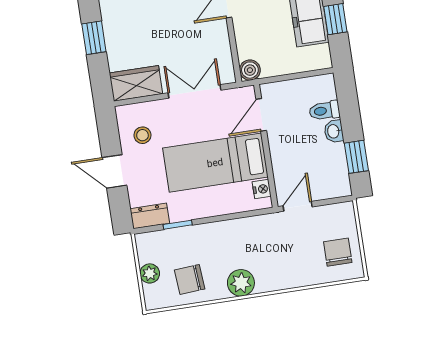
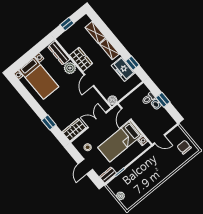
window: (356, 157) -> (163, 100), moved
door: (114, 171) -> (85, 167), hinge flipped
door: (298, 206) -> (160, 139), swing flipped
chair: (190, 279) -> (136, 189), removed
plant: (241, 283) -> (156, 179), removed

